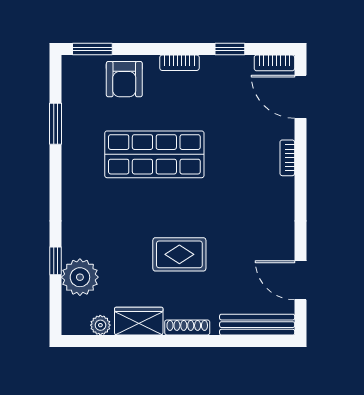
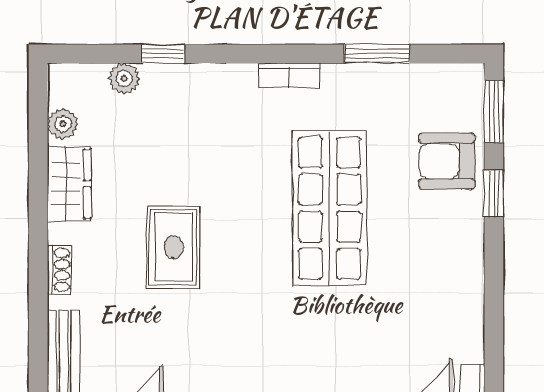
window: (230, 49) -> (494, 194), moved
bookcase: (179, 63) -> (289, 75), moved, turned -90
plant: (80, 277) -> (124, 78), width x0.53, depth x0.53
shoe rack: (187, 327) -> (59, 270), width x0.70

